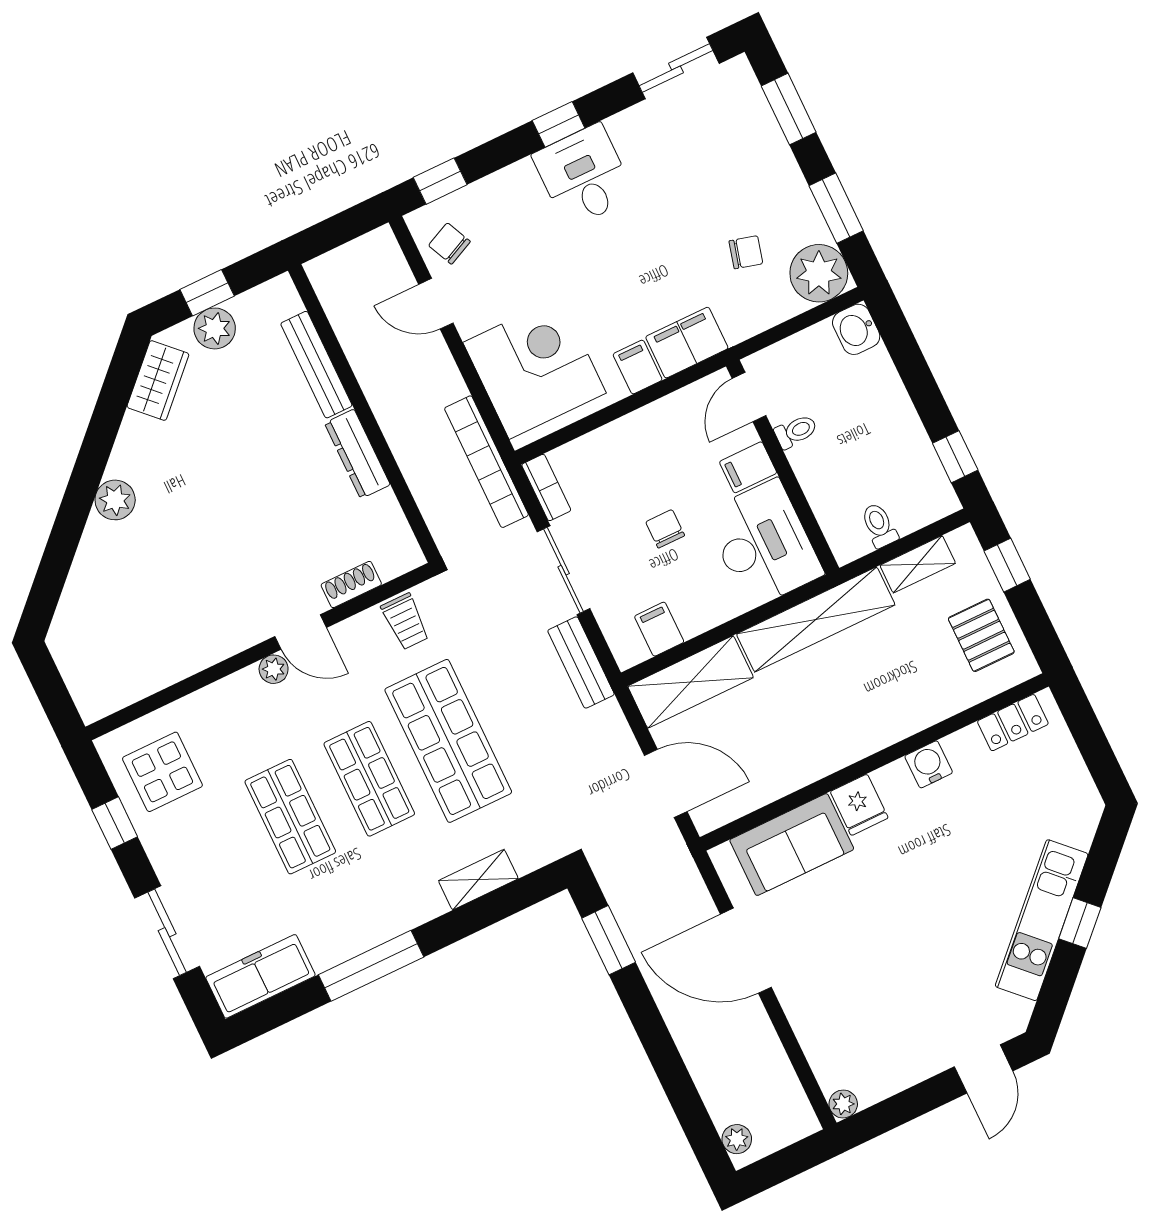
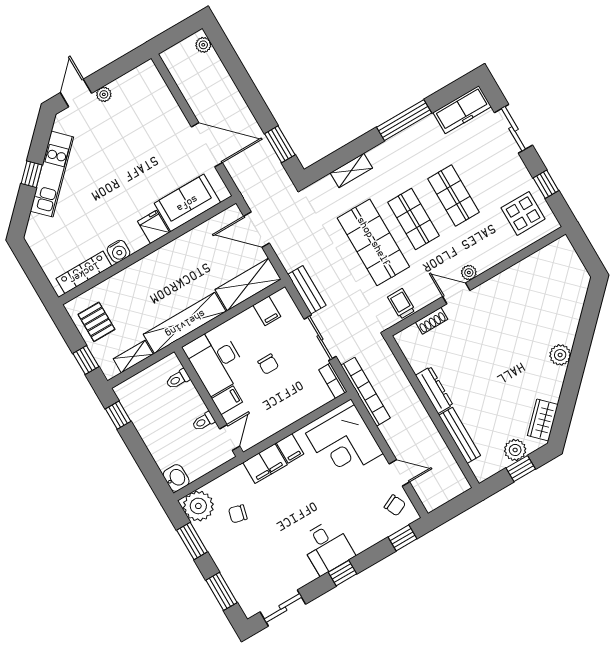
toilet: (879, 525) -> (178, 379), moved, turned 90
locker: (1013, 723) -> (84, 272), width x1.53
plant: (843, 1104) -> (104, 94), moved

